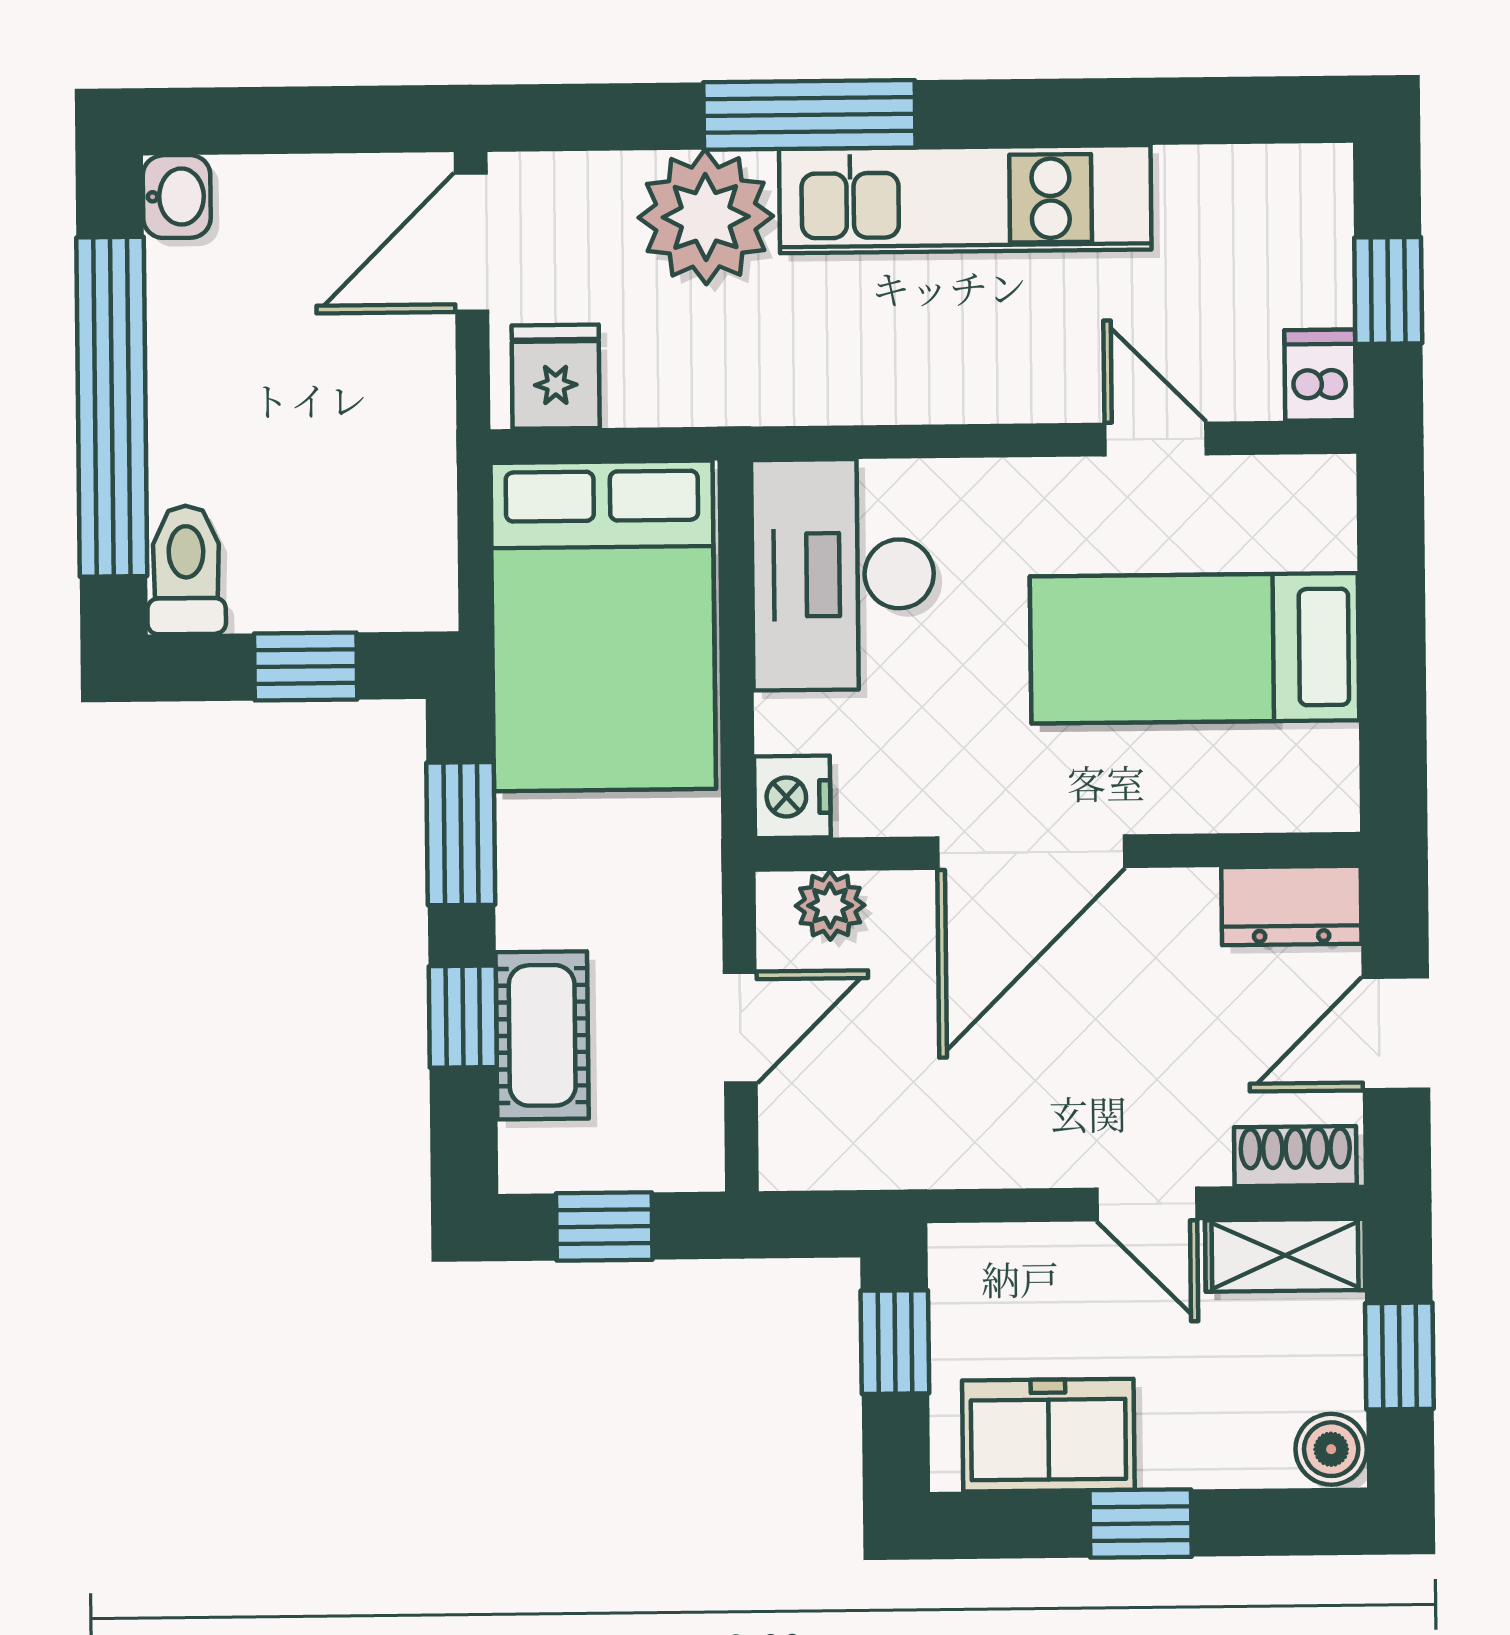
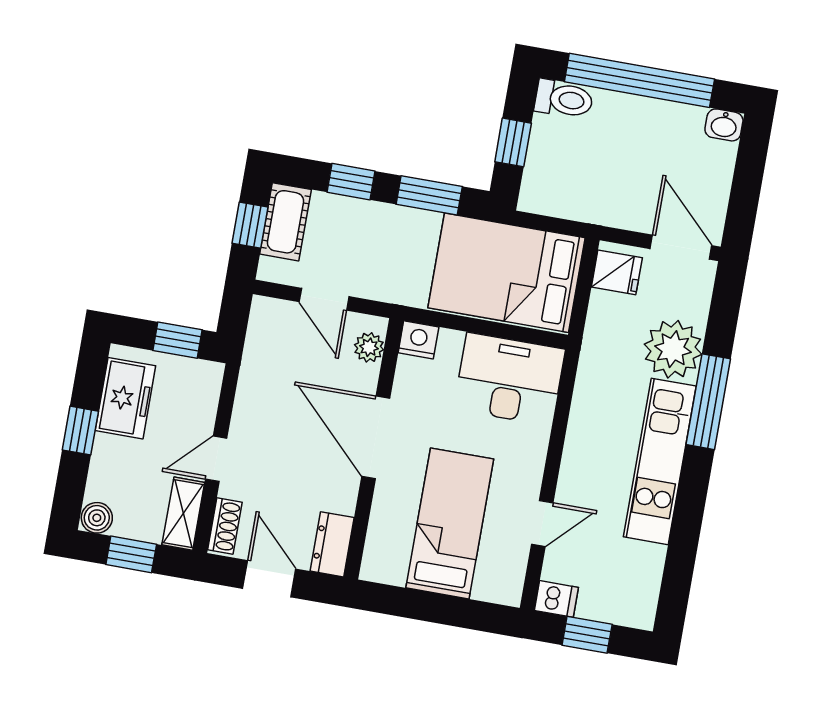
cot: (542, 1035) -> (286, 222), moved, turned 90

